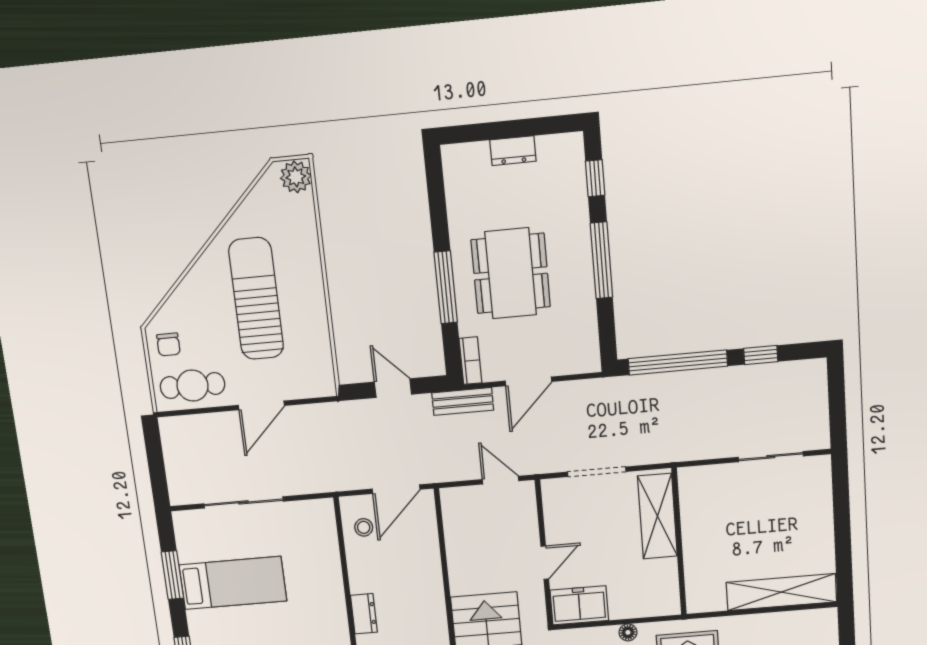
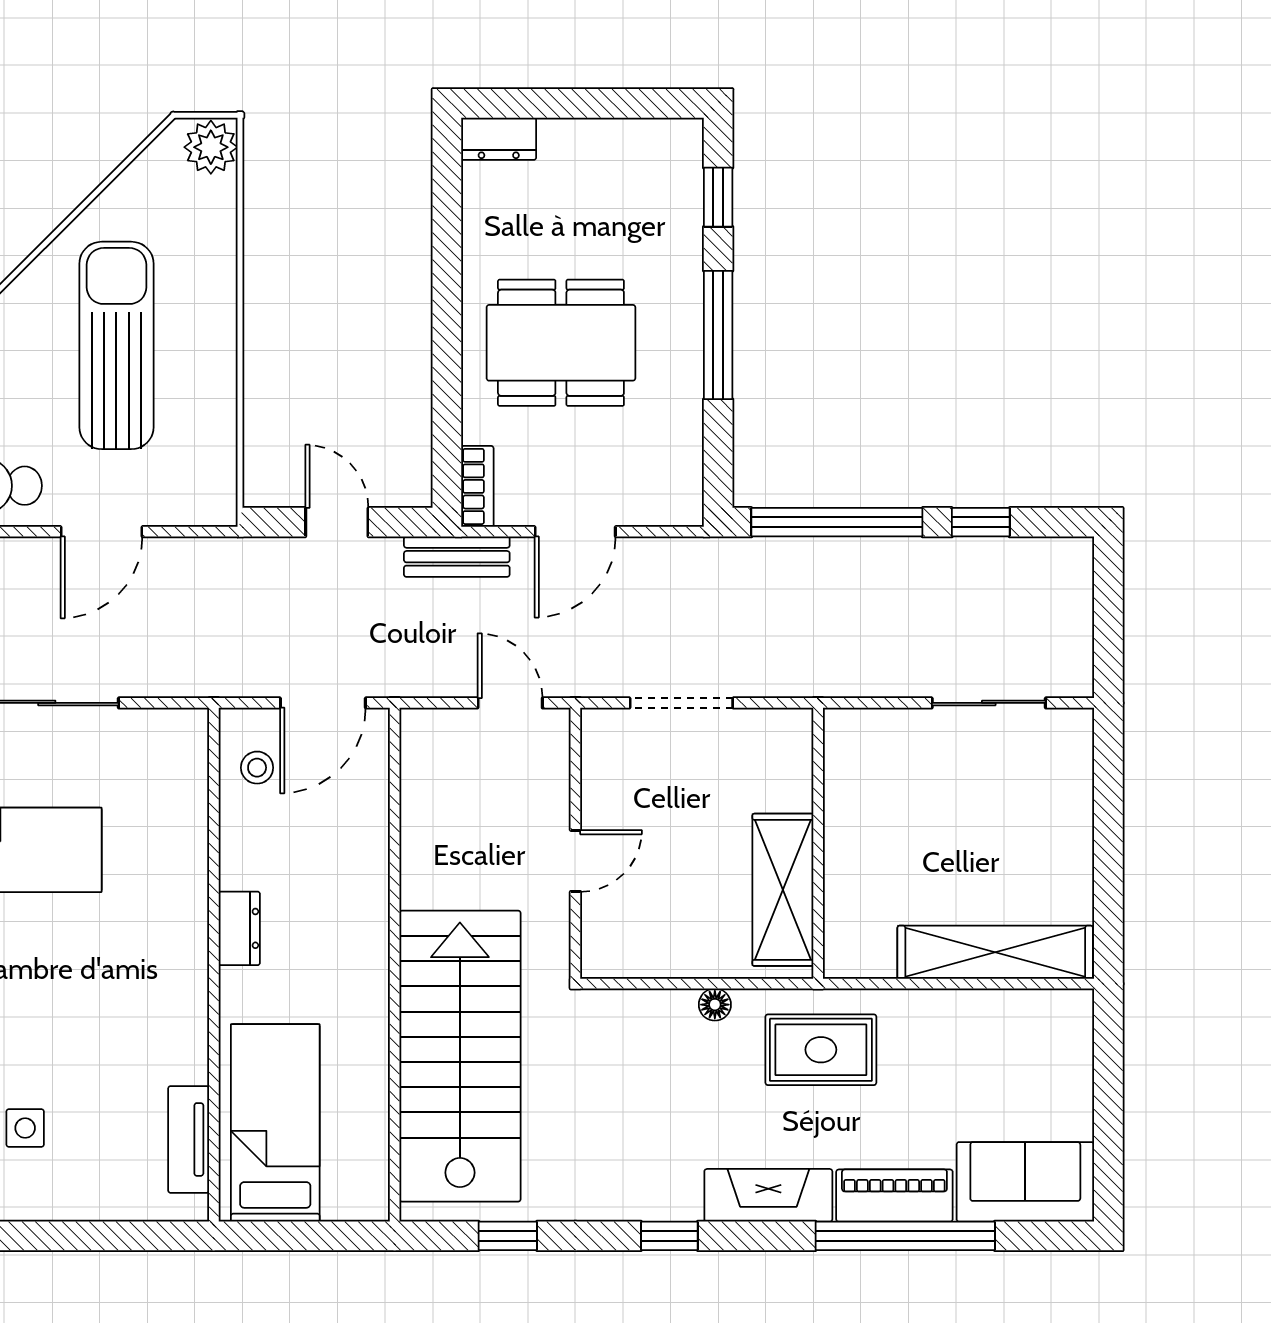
dresser: (513, 151) -> (499, 139), moved
dining table: (511, 273) -> (561, 343), turned 90
window: (446, 287) -> (447, 356), removed
shelving: (657, 516) -> (783, 890), moved
freezer: (579, 605) -> (631, 946), removed

